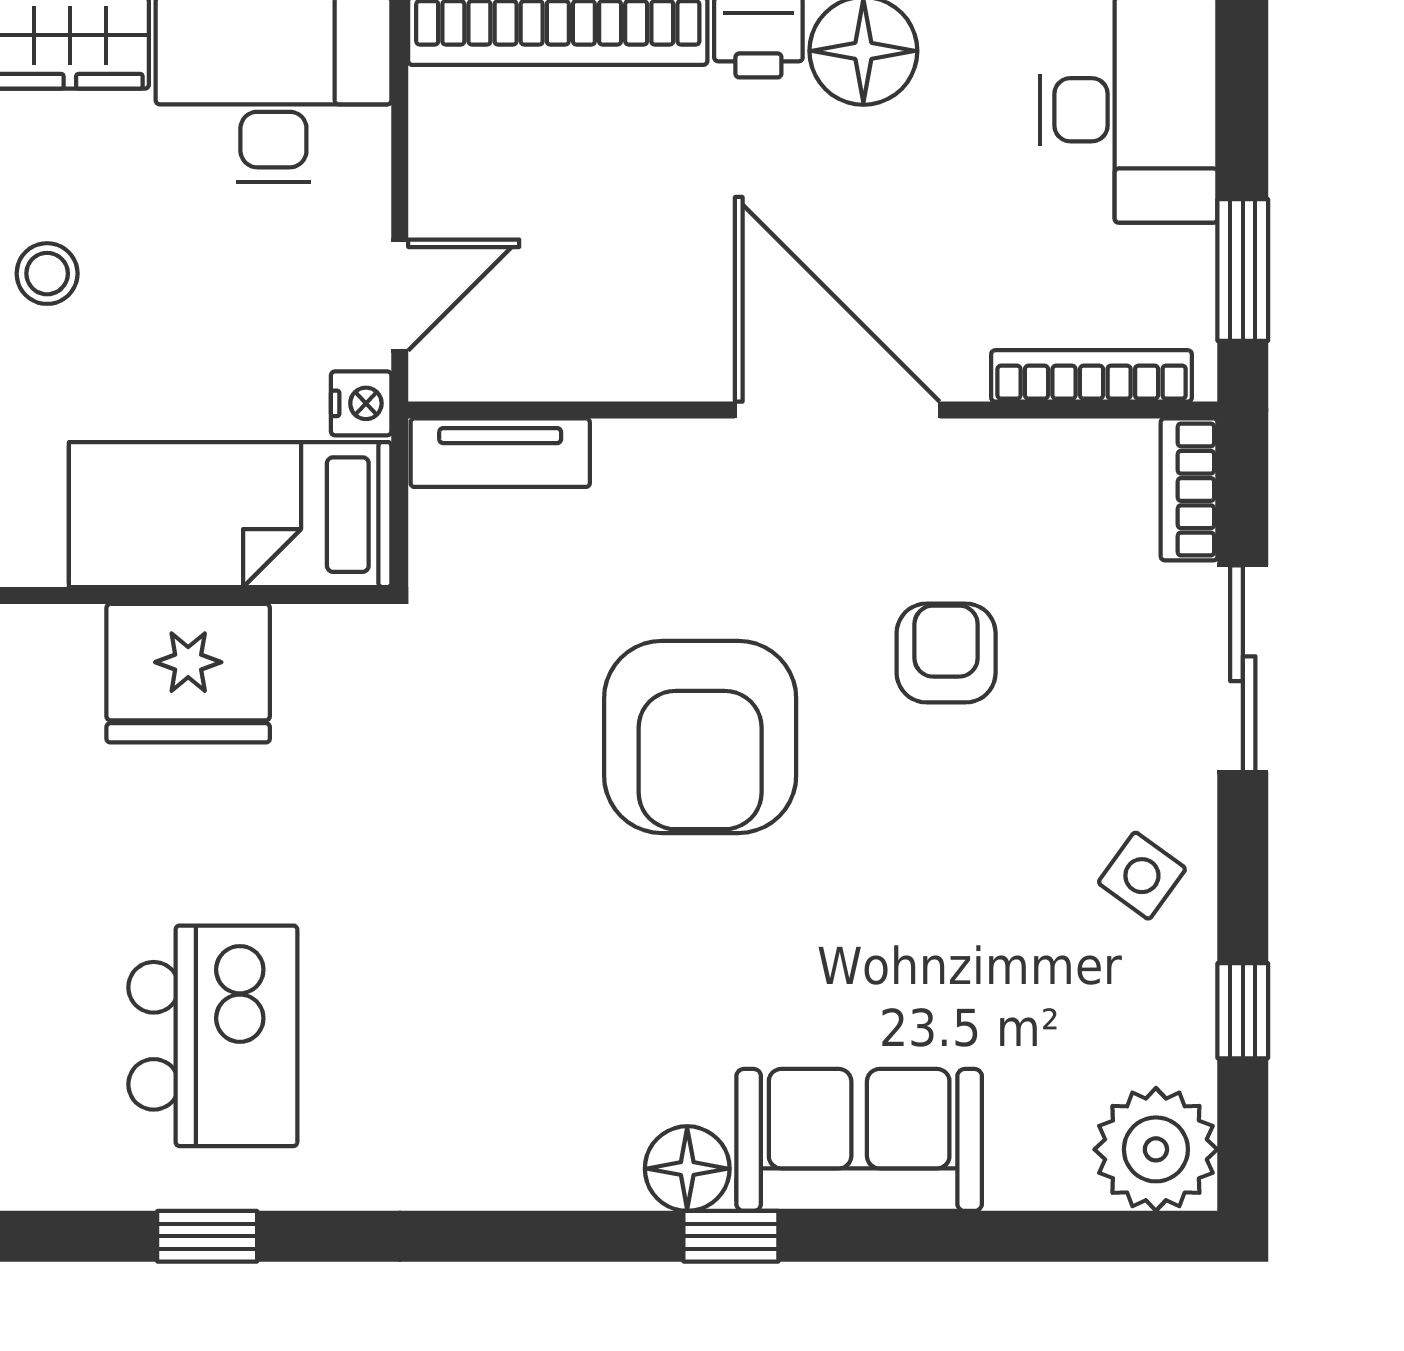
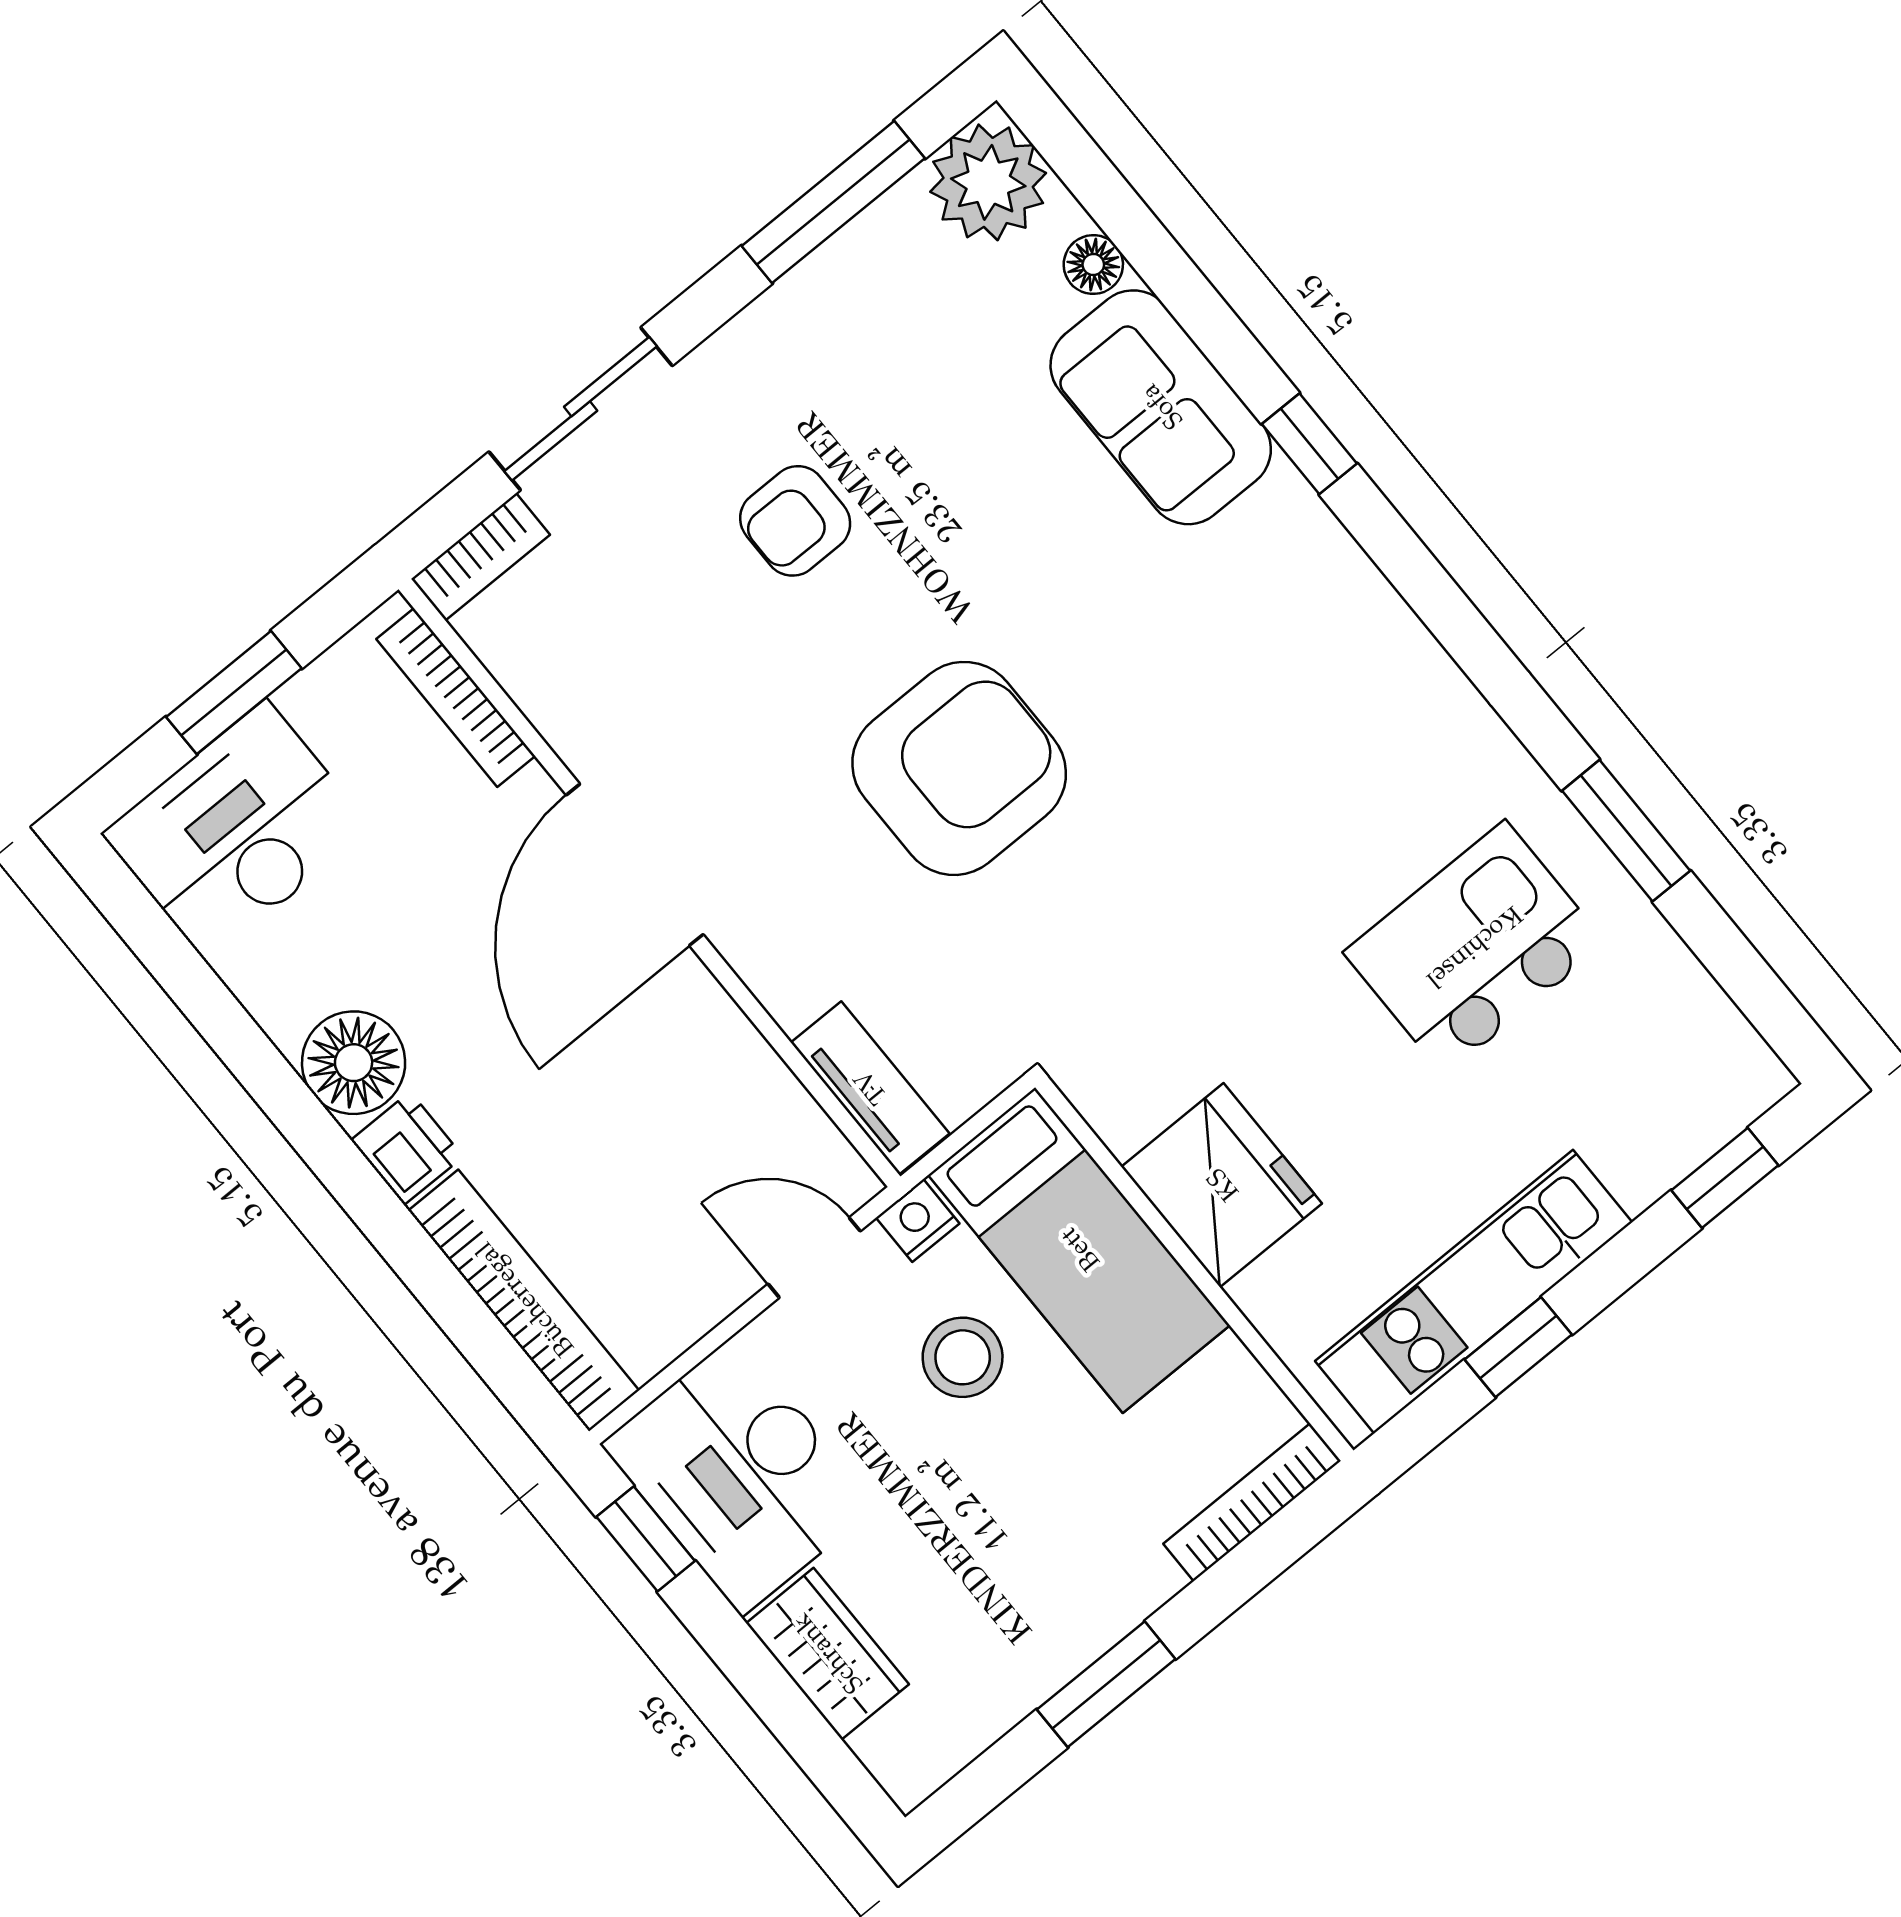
window: (1243, 270) -> (234, 693), moved
stool: (47, 274) -> (963, 1357), moved, width x1.37, depth x1.37
armchair: (946, 653) -> (795, 521), moved
side table: (1142, 876) -> (794, 358), removed
window: (1243, 1011) -> (833, 202), width x2.17
floor lamp: (687, 1169) -> (1093, 265), moved, width x0.73, depth x0.73
window: (207, 1236) -> (1626, 831), width x1.50

